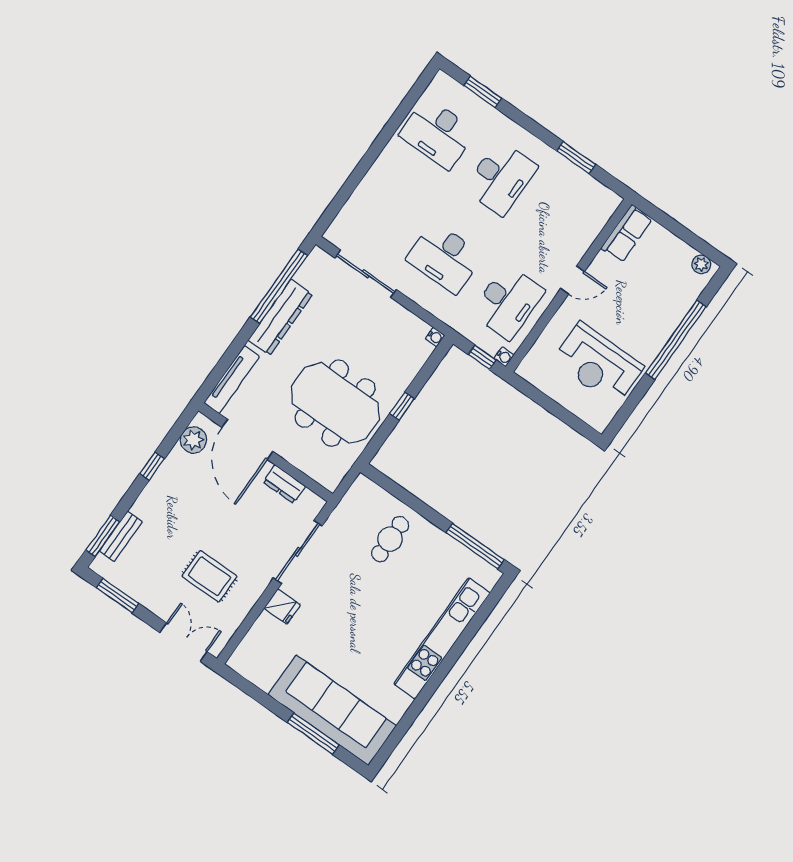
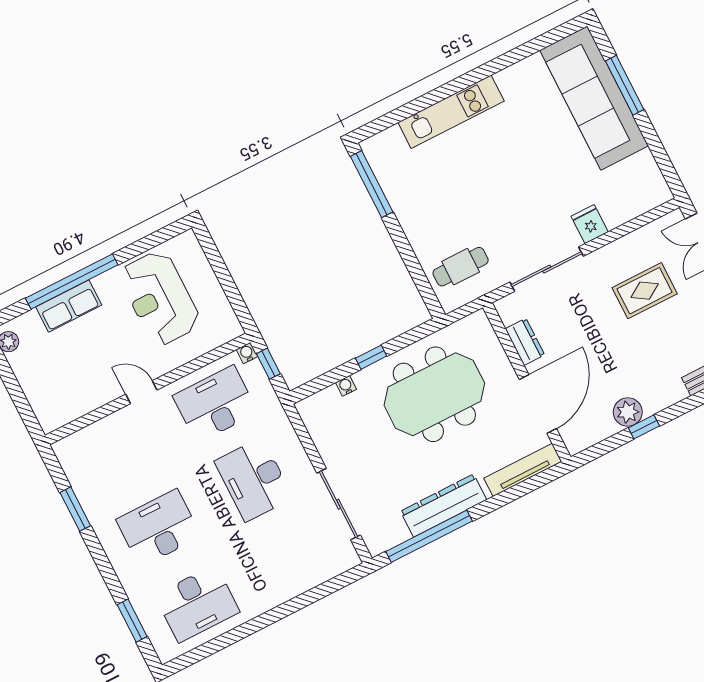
desk: (438, 133) -> (197, 604), turned 90
row of seats: (627, 234) -> (69, 306), moved, turned 180
desk: (445, 257) -> (254, 480), turned 180
water cooler: (435, 337) -> (346, 386), moved
reception desk: (598, 364) -> (160, 298), turned 180
meeting table: (335, 403) -> (434, 394), turned 90
plant: (193, 440) -> (628, 412), moved
cafe table: (390, 539) -> (461, 267), moved
rug: (209, 576) -> (645, 291), turned 90
kitchen unit: (442, 638) -> (451, 112), width x0.73

